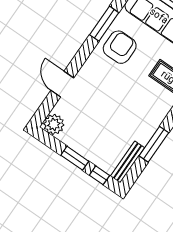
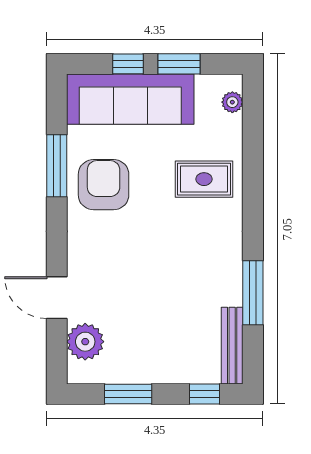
plant: (54, 124) -> (85, 342), moved
window: (75, 158) -> (128, 394), moved

